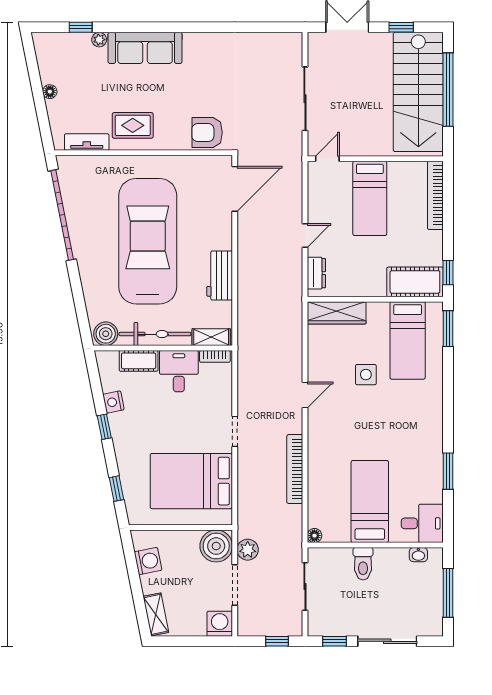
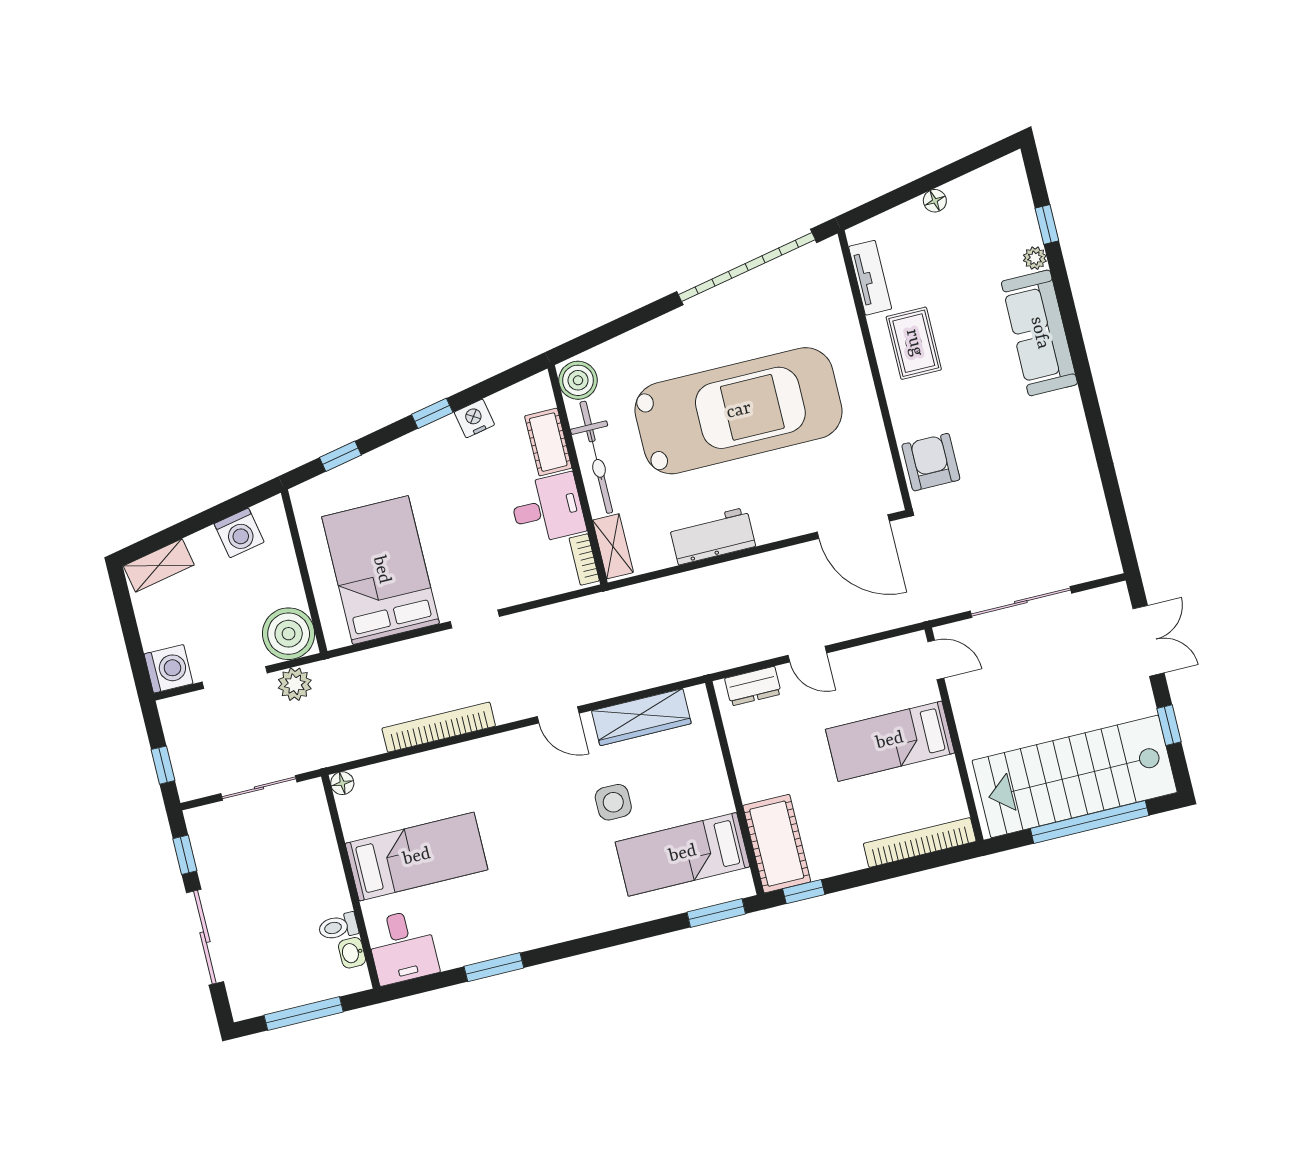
wardrobe: (337, 313) -> (641, 717), moved, turned -90
toilet: (363, 564) -> (338, 927), moved, width x0.73, depth x0.72

